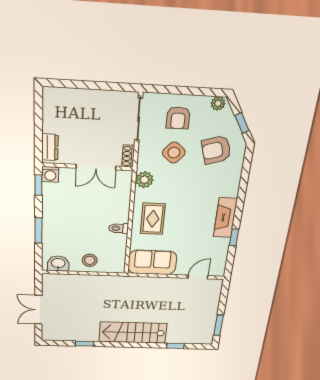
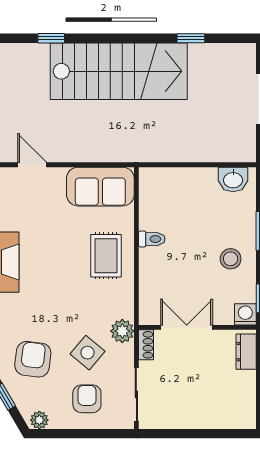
armchair: (216, 150) -> (33, 359), turned -66
plant: (144, 180) -> (122, 331), moved
stool: (90, 260) -> (231, 259), moved
door: (198, 277) -> (32, 165), swing flipped
stairs: (133, 333) -> (119, 71), width x1.36, depth x1.51

